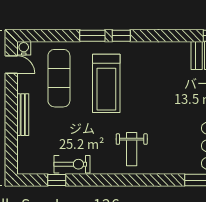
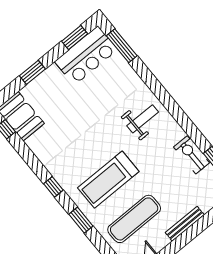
window: (121, 36) -> (53, 187), moved
treadmill: (106, 83) -> (108, 180), turned 180

